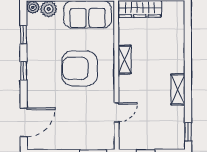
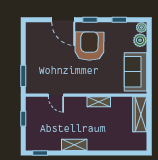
armchair: (80, 68) -> (89, 46), moved
door: (24, 122) -> (63, 20), moved

